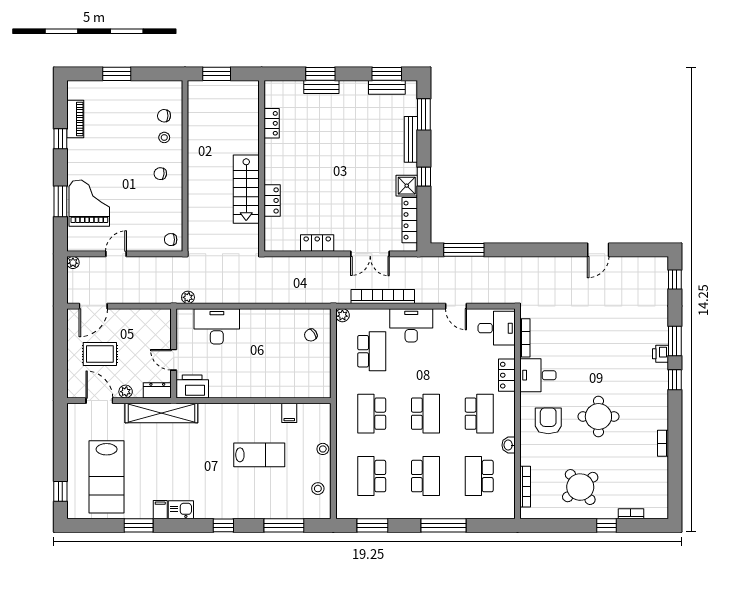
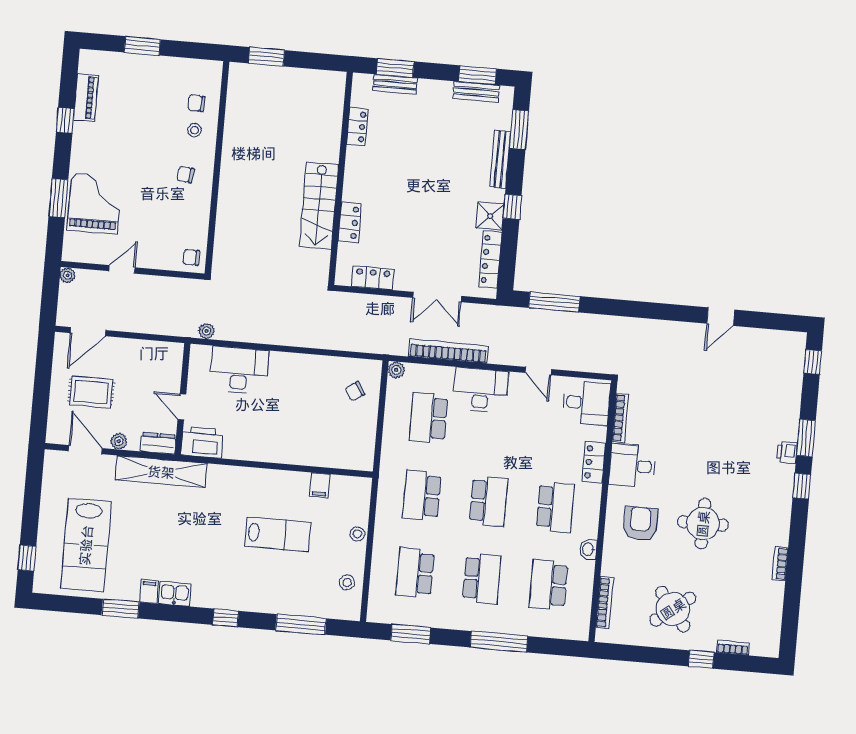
locker: (272, 123) -> (357, 127), moved
wall: (262, 166) -> (340, 178), moved
stairs: (246, 189) -> (319, 206), moved
locker: (272, 200) -> (350, 222), moved
school desk: (372, 351) -> (429, 418), turned 180

